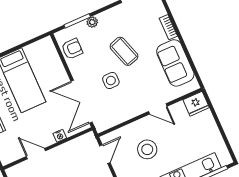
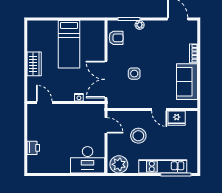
coffee table: (124, 51) -> (153, 57), removed
fridge: (196, 104) -> (177, 118), moved
door: (36, 154) -> (44, 103), moved
door: (105, 154) -> (106, 125), hinge flipped

